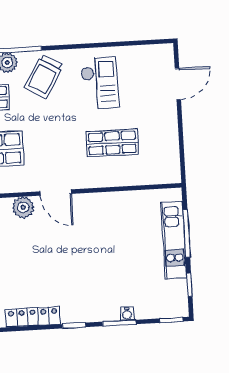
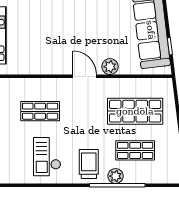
trolley: (44, 77) -> (89, 164), turned -31

